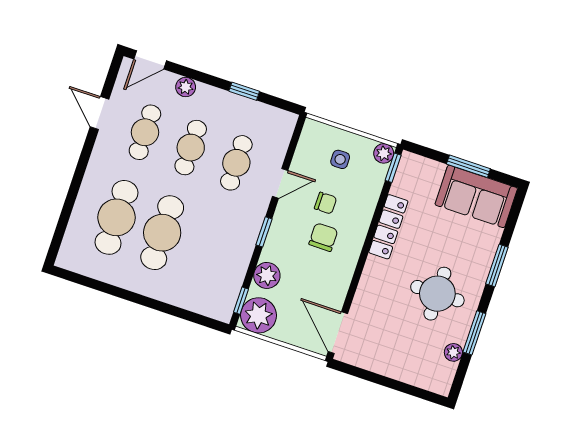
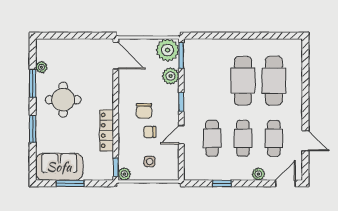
window: (241, 301) -> (181, 55), width x1.50

